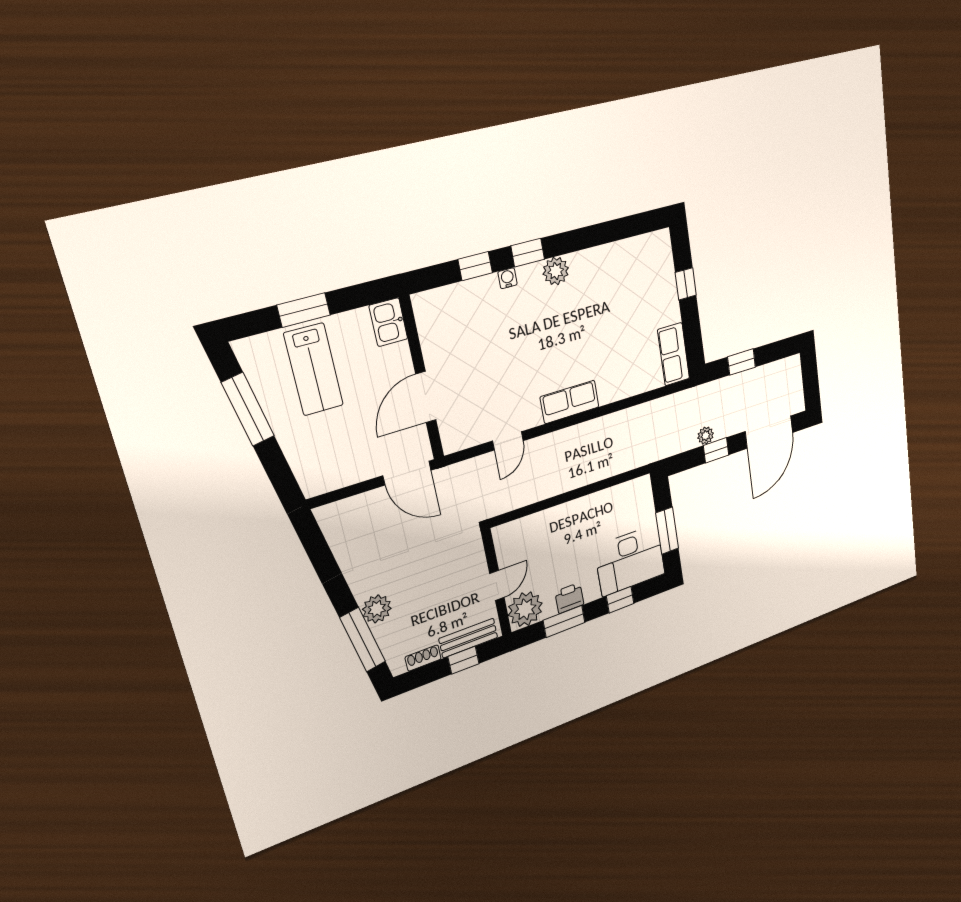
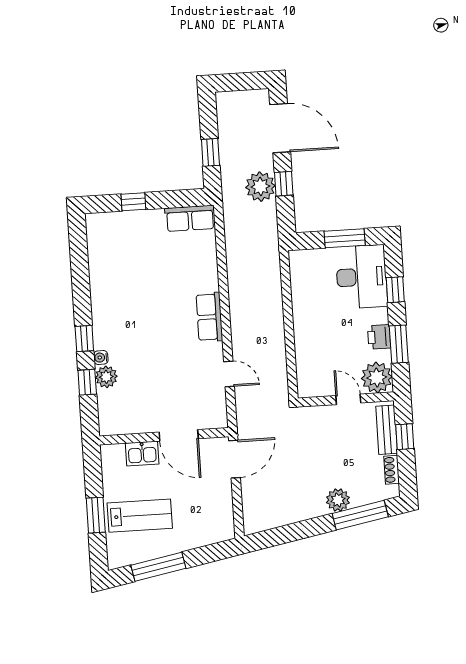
plant: (556, 271) -> (106, 377), moved
kitchen sink: (388, 322) -> (142, 454), moved
plant: (706, 436) -> (260, 187), width x1.88, depth x1.88

